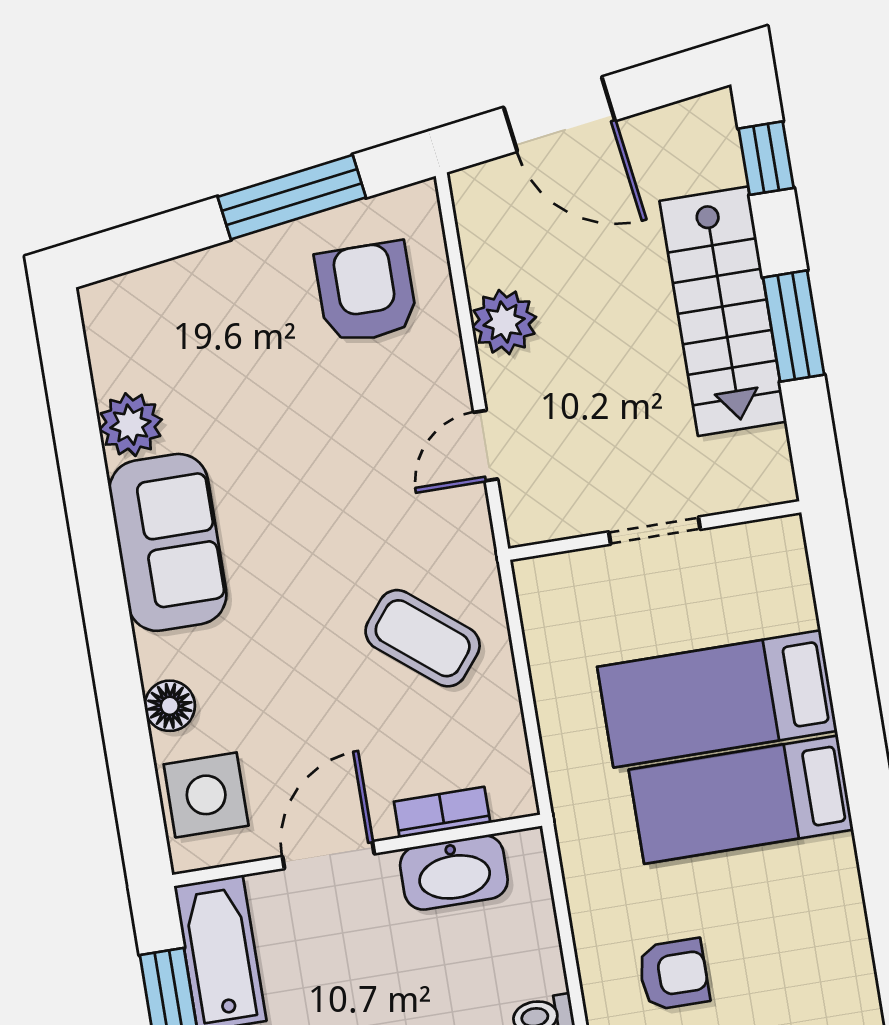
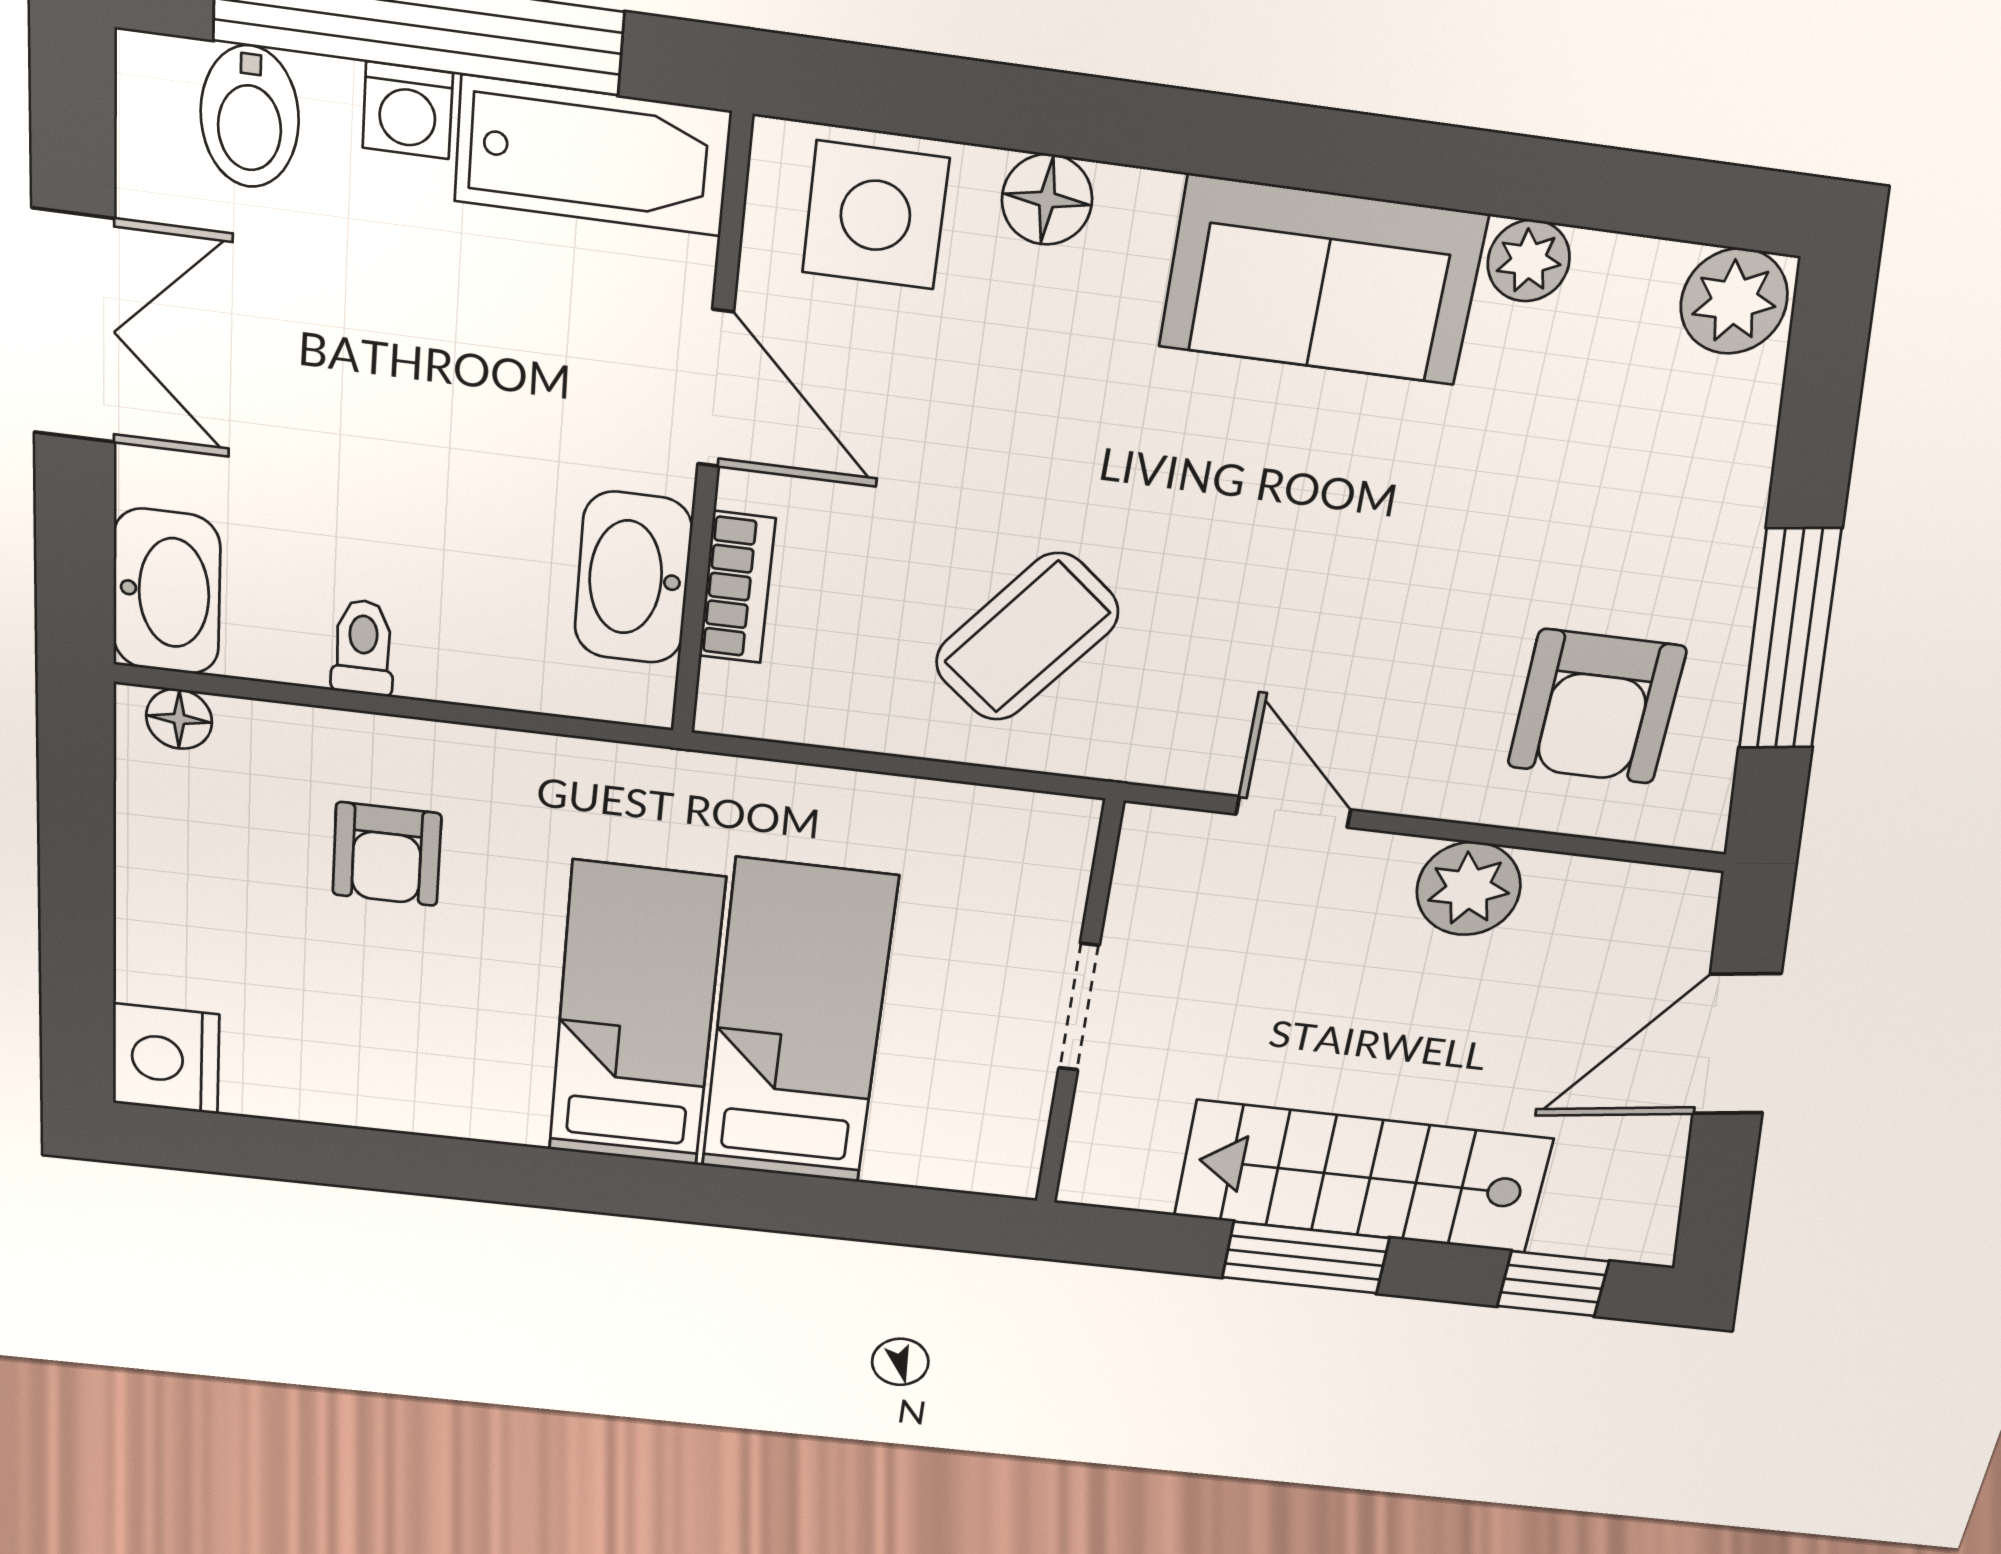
armchair: (366, 292) -> (1597, 707), turned 90
plant: (111, 313) -> (1734, 301), added
plant: (130, 425) -> (1529, 261), width x0.73, depth x0.73

